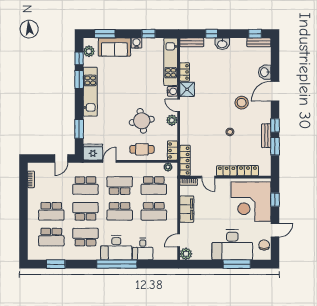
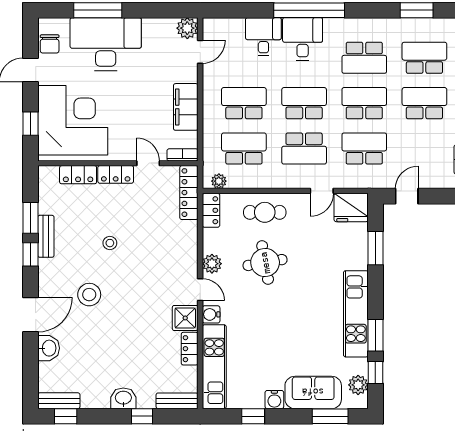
school desk: (85, 211) -> (364, 103), turned 180
desk: (116, 248) -> (303, 39), width x0.73

